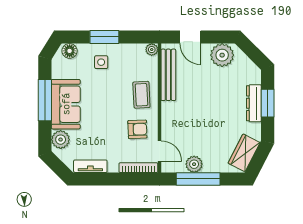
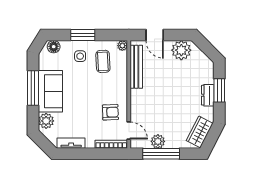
coffee table: (141, 95) -> (103, 61), moved
dresser: (254, 103) -> (208, 95), width x0.70

